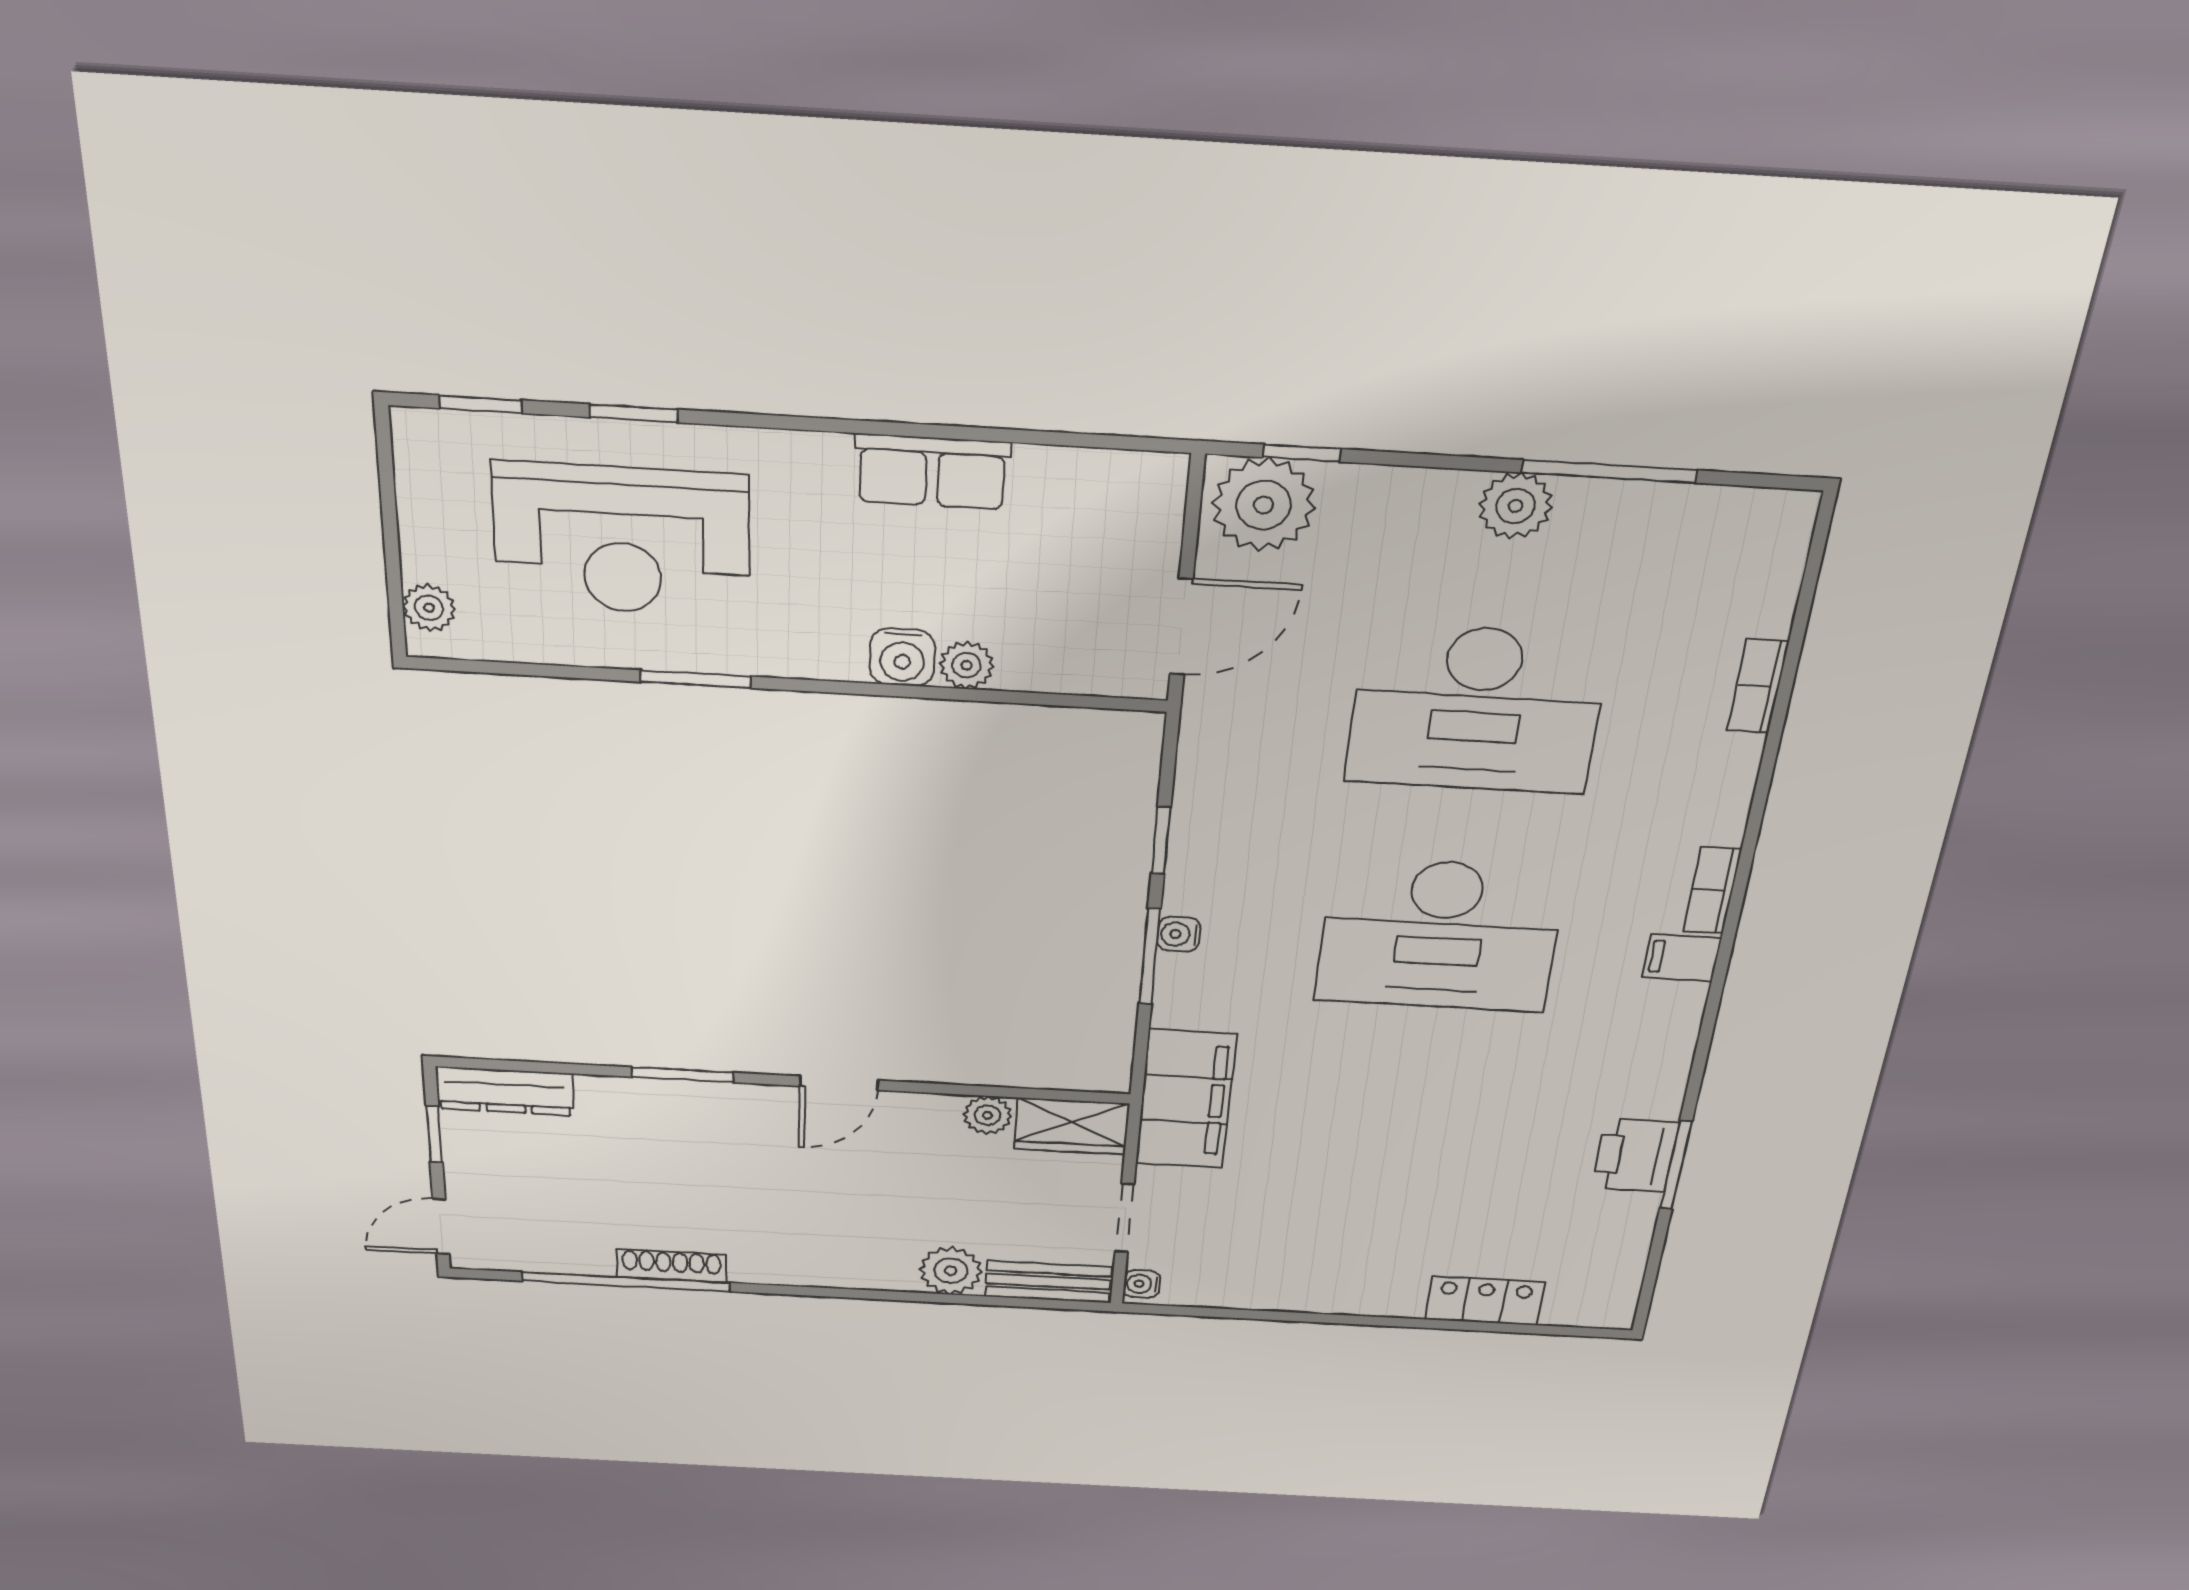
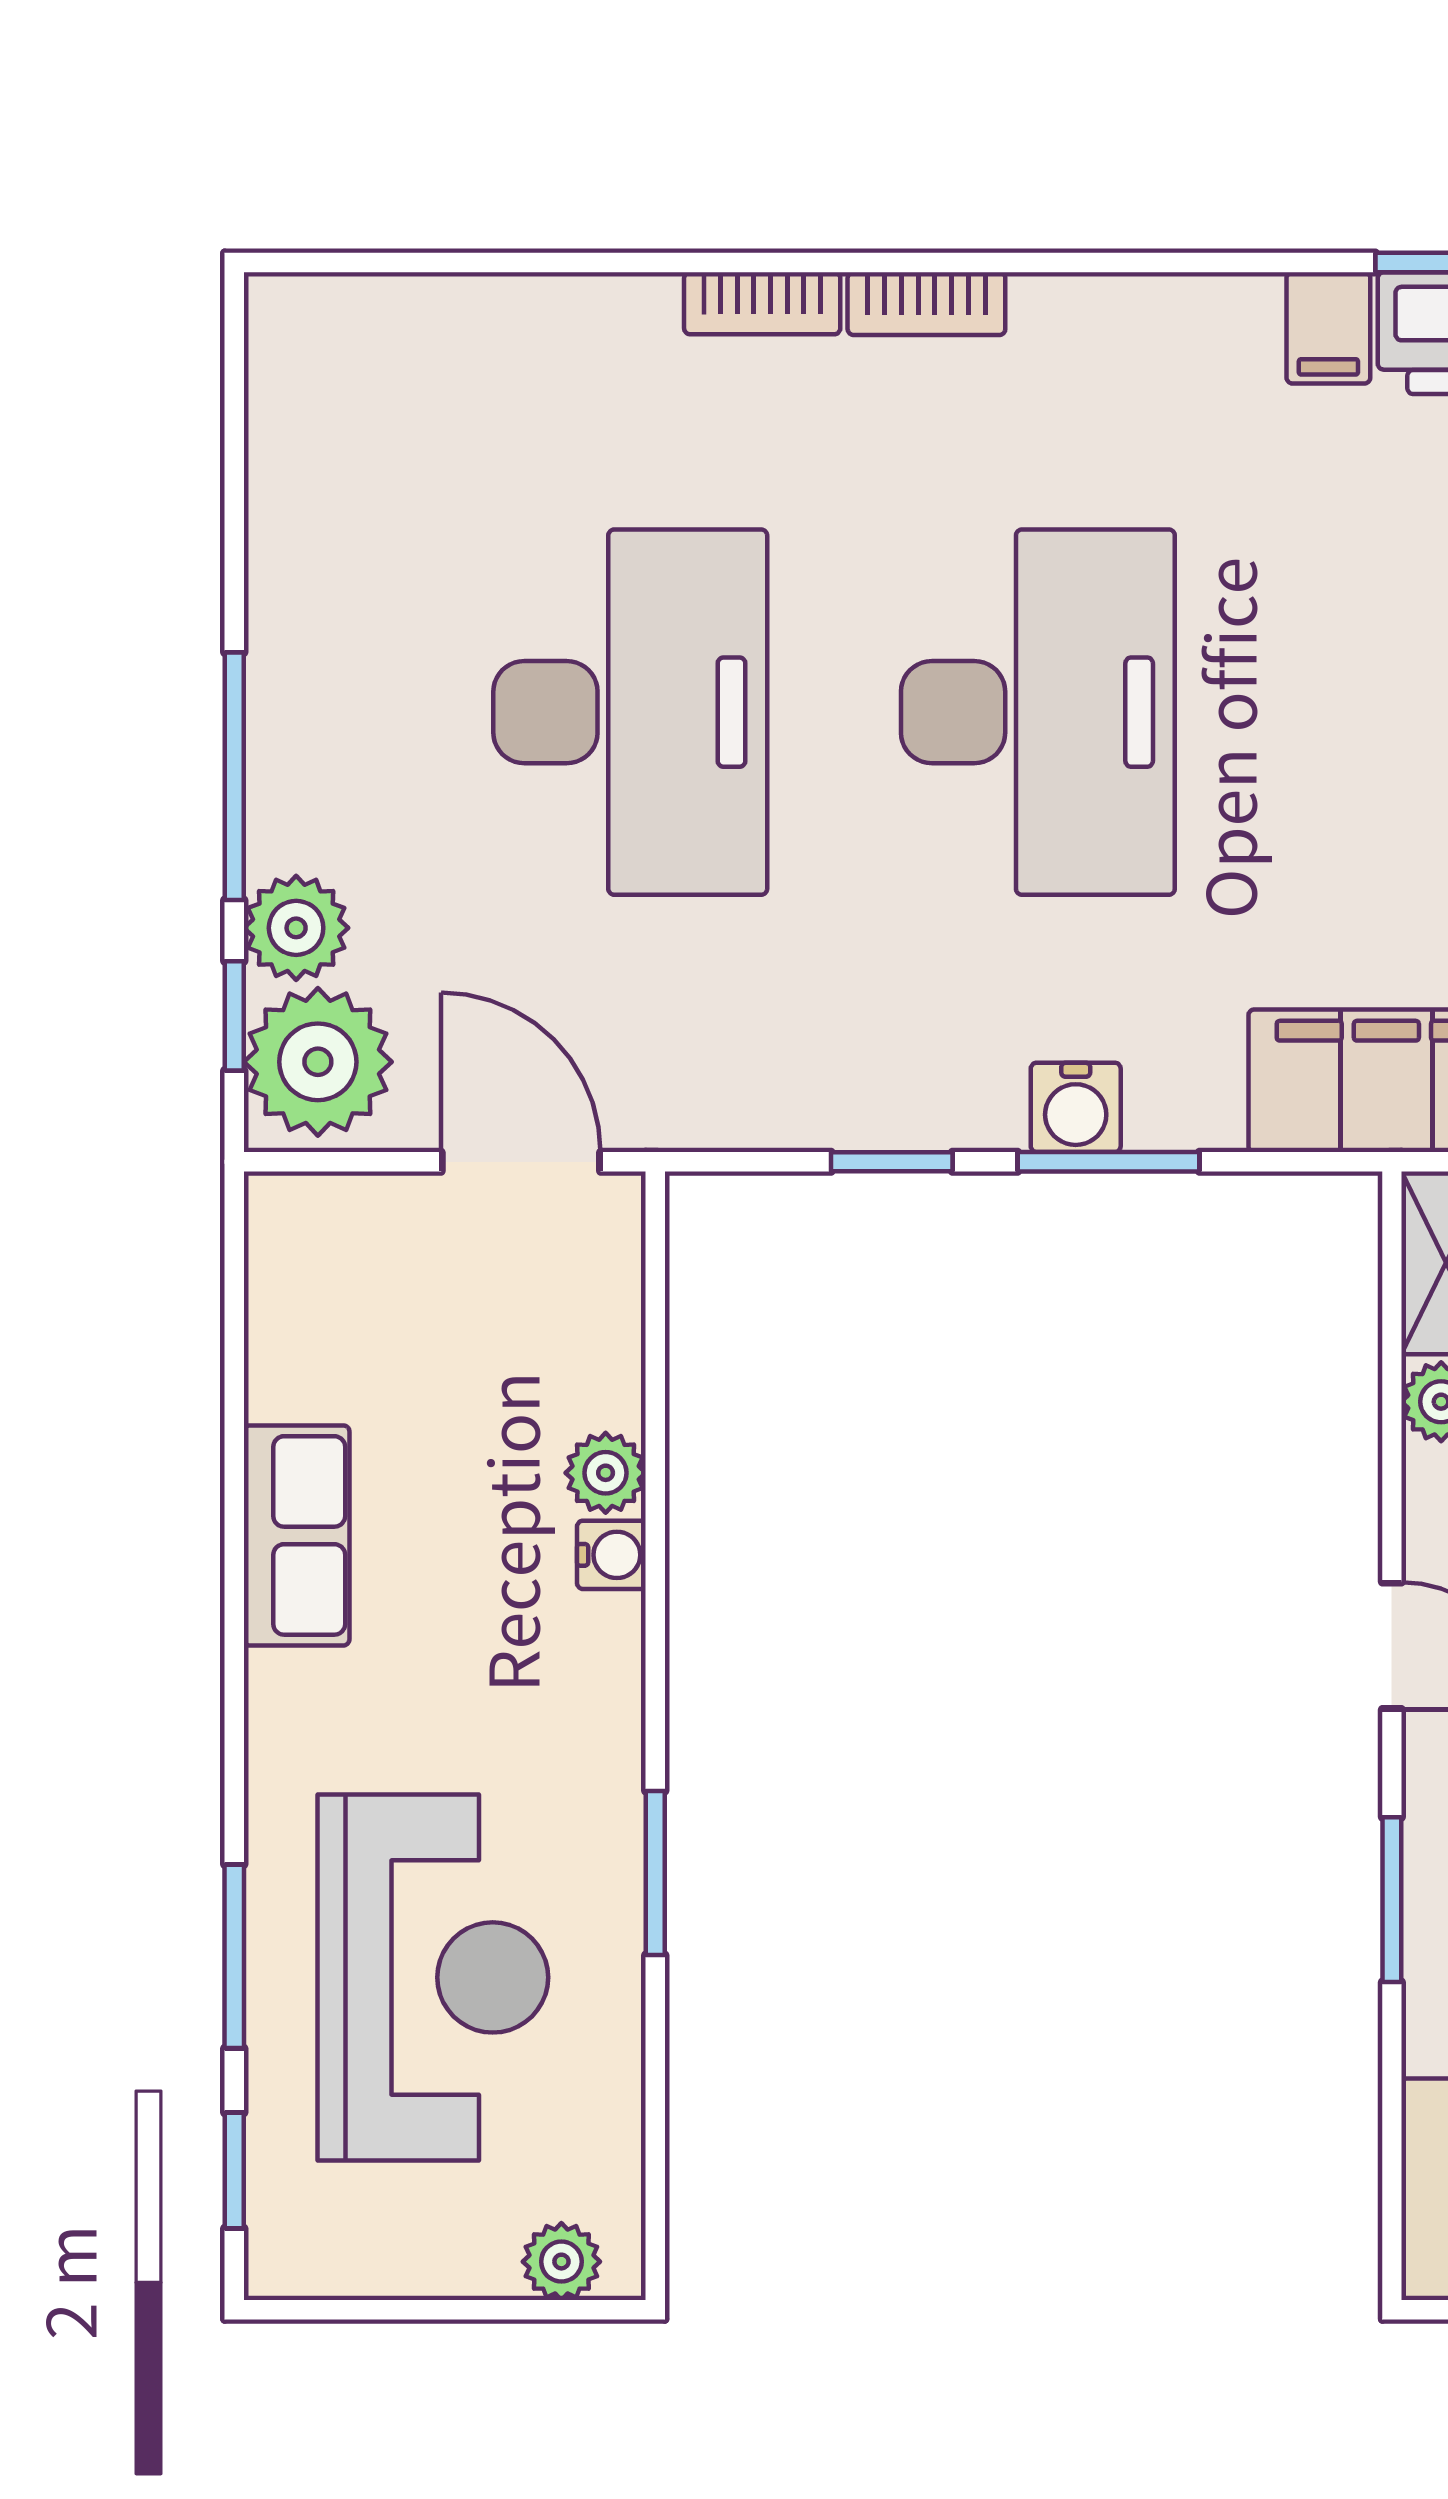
window: (634, 413) -> (234, 1956), width x1.50
window: (1609, 471) -> (234, 776), moved
plant: (1516, 506) -> (296, 928), moved
water cooler: (902, 657) -> (611, 1555), width x0.72, depth x0.72
bookcase: (1758, 686) -> (762, 303), moved
water cooler: (1179, 934) -> (1076, 1107), width x1.38, depth x1.38
filing cabinet: (1682, 958) -> (1328, 328), moved

